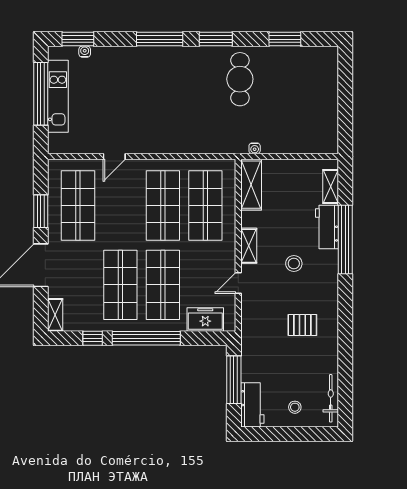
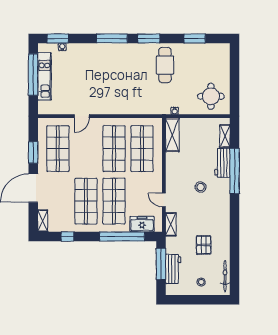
round table: (309, 126) -> (211, 96), added
shelving: (249, 246) -> (171, 224), moved
door: (238, 283) -> (164, 200), hinge flipped
pallet: (302, 325) -> (204, 245), moved, turned 90
window: (146, 338) -> (122, 236), moved
workbench: (252, 405) -> (173, 269), moved

